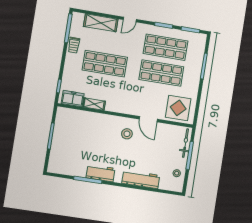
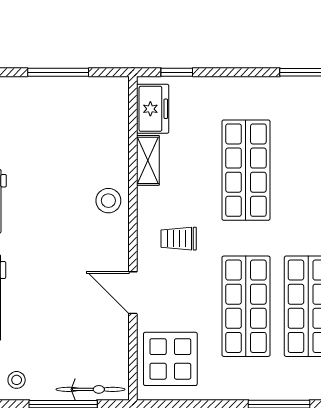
trolley: (74, 45) -> (179, 239), moved
door: (148, 119) -> (133, 293), hinge flipped
stool: (127, 134) -> (108, 201), moved

